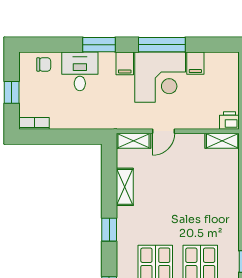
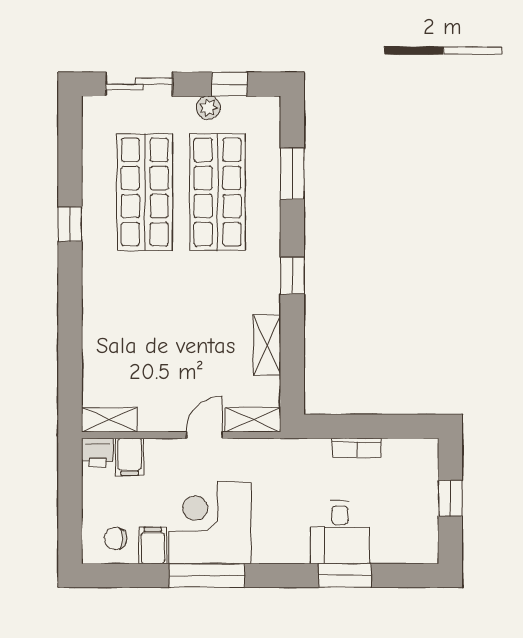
window: (99, 45) -> (345, 576), moved
filing cabinet: (125, 63) -> (130, 457), moved, turned 180
chair: (44, 64) -> (115, 539), moved
bookcase: (34, 123) -> (357, 448), moved

